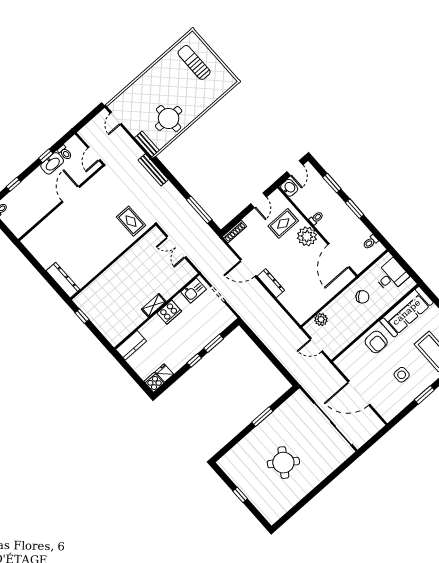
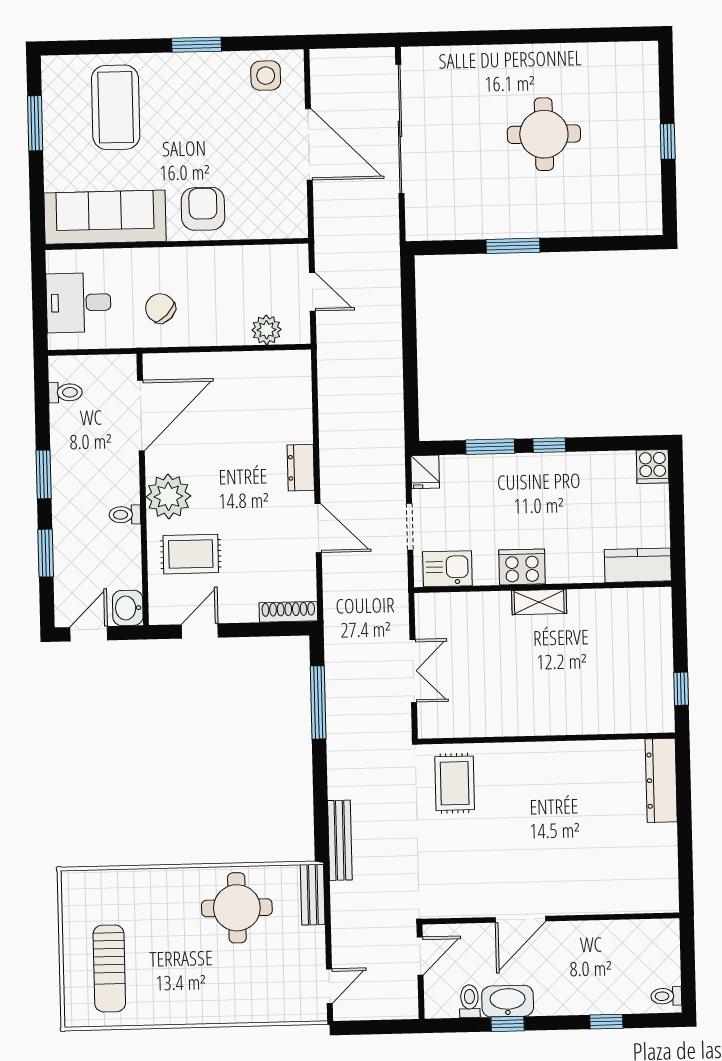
dresser: (271, 283) -> (301, 468), width x0.70
fridge: (164, 373) -> (425, 472), moved
side table: (402, 375) -> (266, 76), moved
round table: (283, 463) -> (544, 134), turned -35

